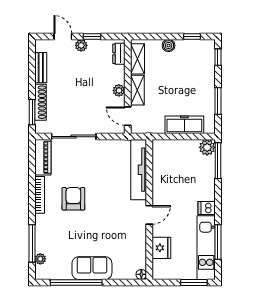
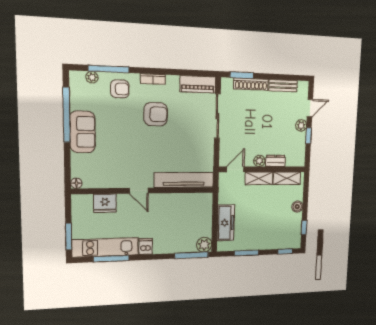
dresser: (119, 54) -> (275, 161), moved
bookcase: (40, 195) -> (153, 79), width x0.64
armchair: (50, 233) -> (120, 89), added

